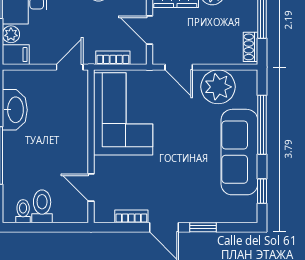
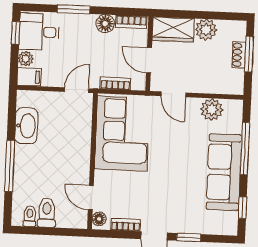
shoe rack: (250, 47) -> (239, 55), moved
plant: (218, 87) -> (212, 109), width x0.73, depth x0.73
floor lamp: (101, 211) -> (99, 219), added

